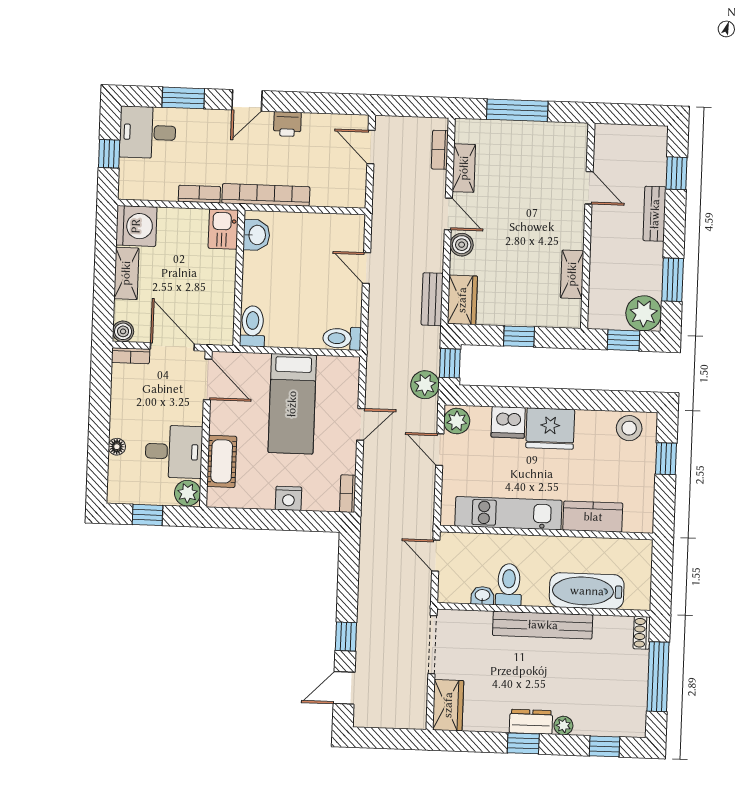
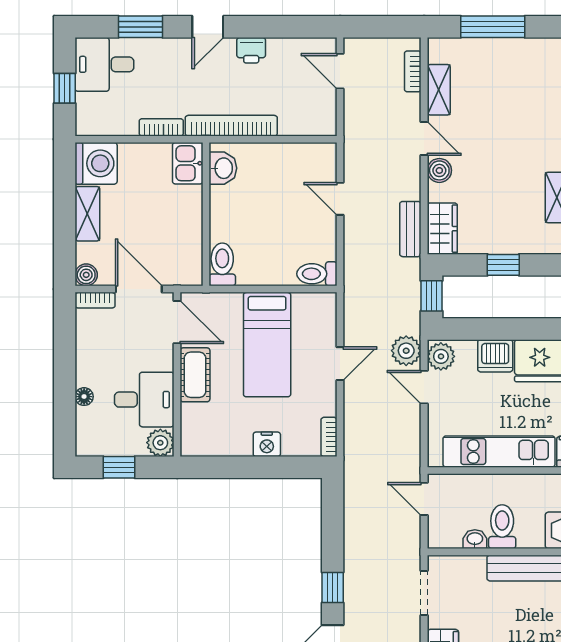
plant: (425, 385) -> (406, 351), moved
cot: (222, 461) -> (195, 375), moved
doorway: (433, 645) -> (424, 593), width x0.73

